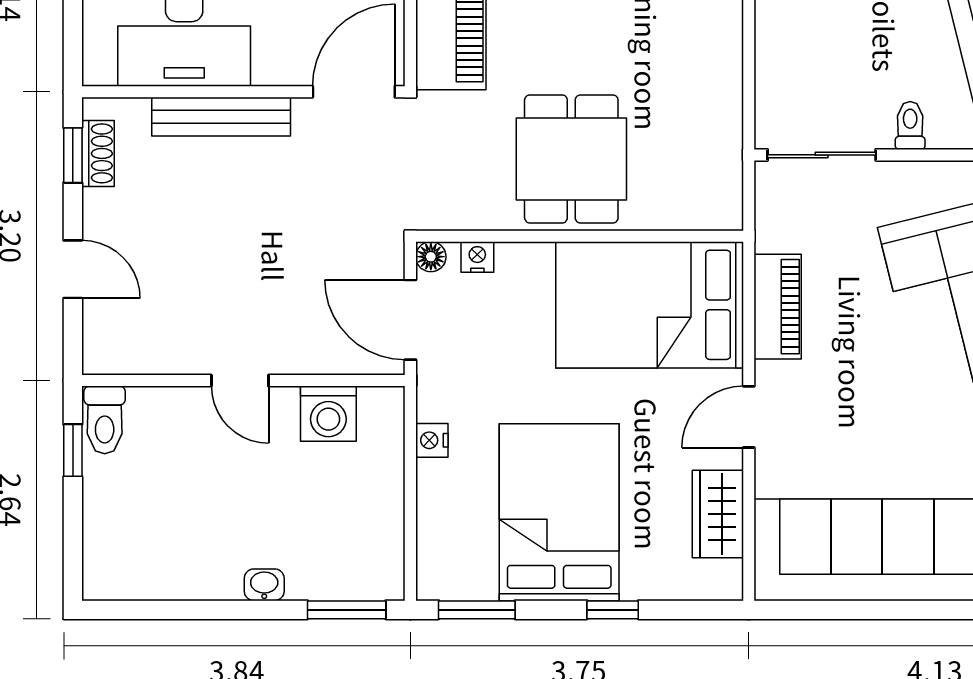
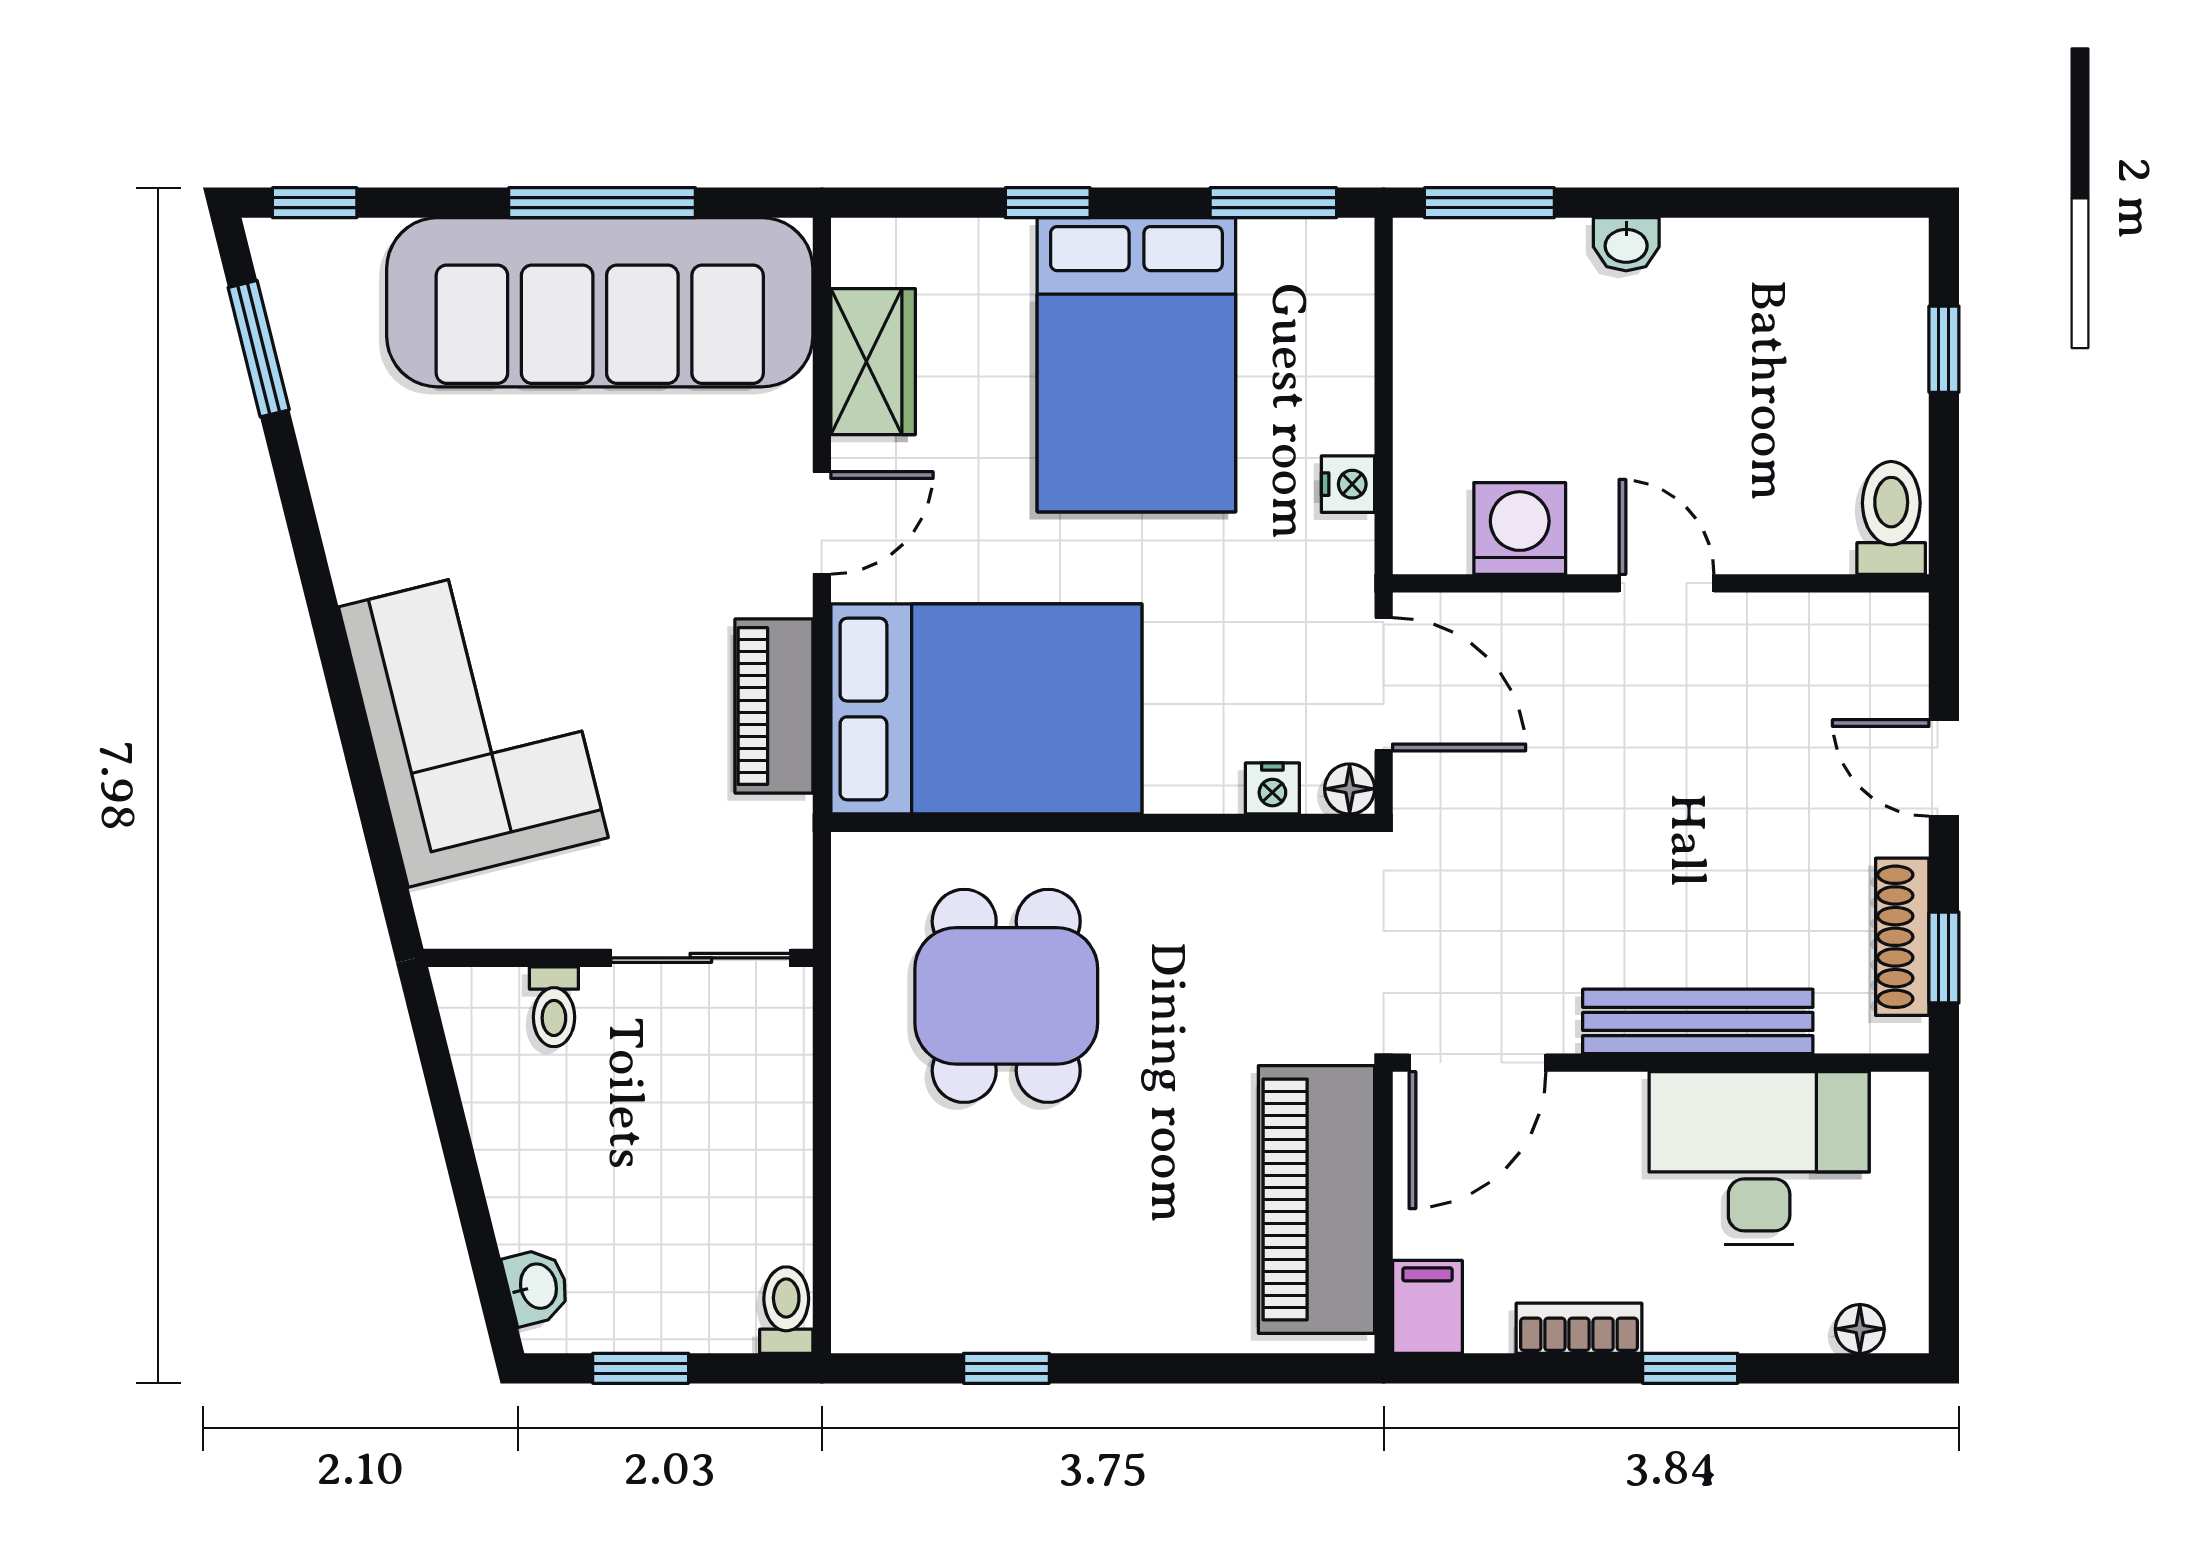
shoe rack: (98, 153) -> (1902, 937), width x1.43
dining table: (571, 159) -> (1006, 996), moved
window: (73, 450) -> (1944, 349), moved
window: (881, 610) -> (602, 203), added

